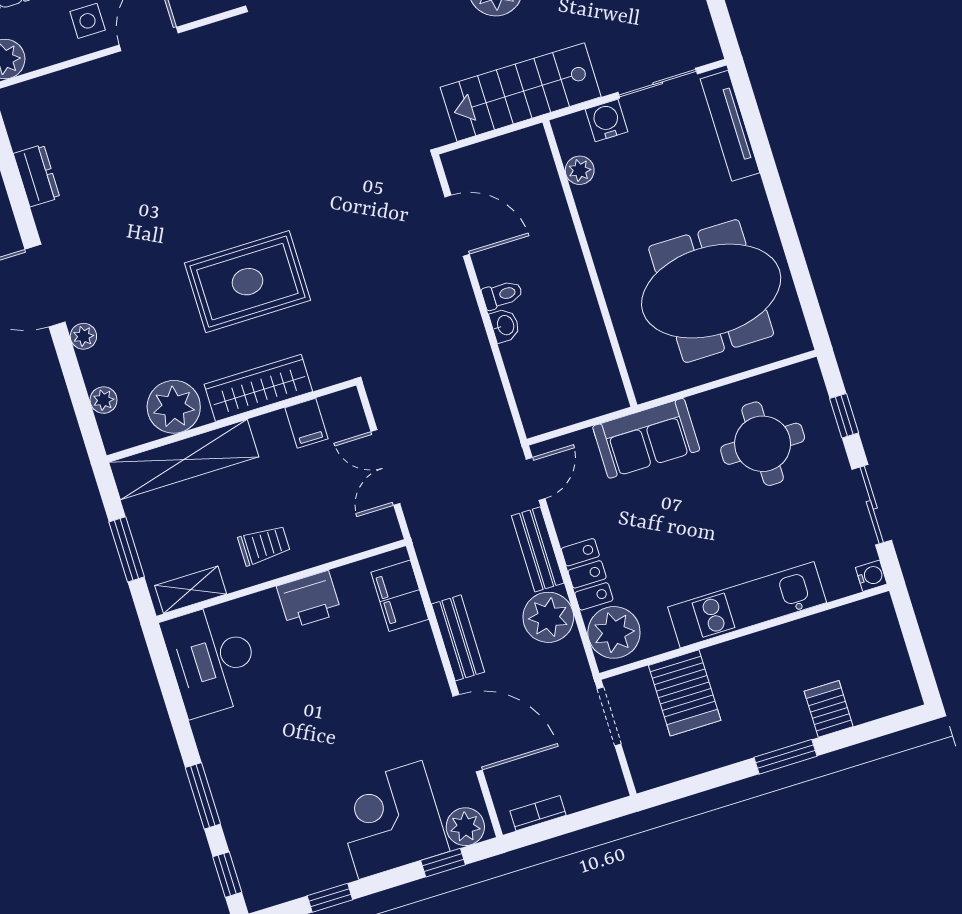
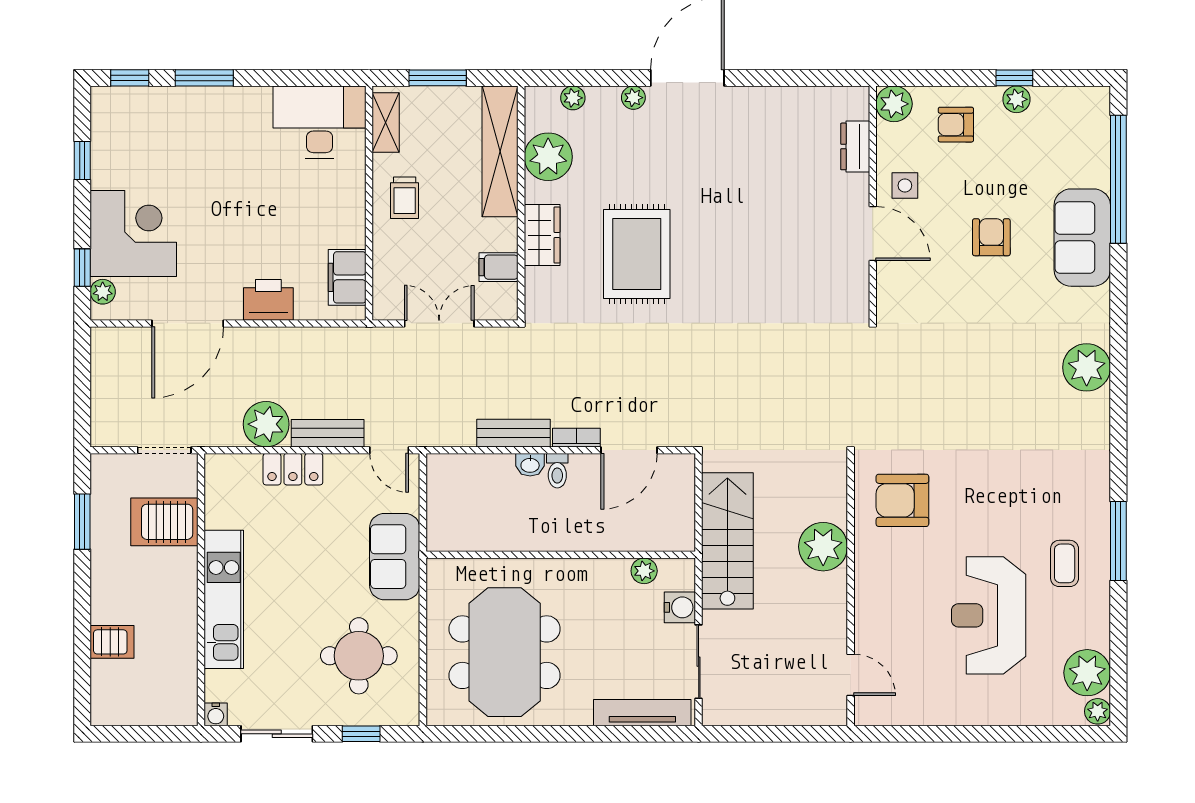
dresser: (37, 176) -> (855, 146), moved, turned 90
wardrobe: (258, 388) -> (542, 235), width x0.67
filing cabinet: (400, 596) -> (347, 277), moved, turned -90
printer: (309, 600) -> (268, 300), moved, turned 90
plant: (614, 632) -> (236, 477), removed
bench: (458, 638) -> (514, 433), moved
window: (786, 757) -> (82, 522), moved
bookcase: (538, 813) -> (576, 438), moved, turned -90
plant: (465, 827) -> (103, 292), width x0.73, depth x0.73

